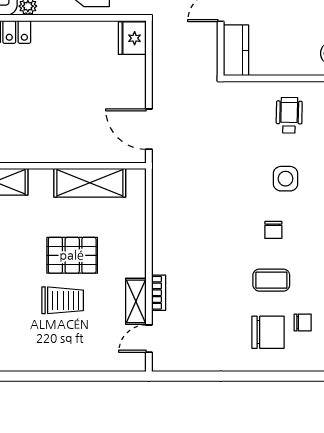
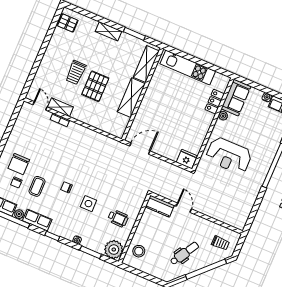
shelving: (90, 183) -> (131, 98), moved
coffee table: (271, 280) -> (37, 186), moved

